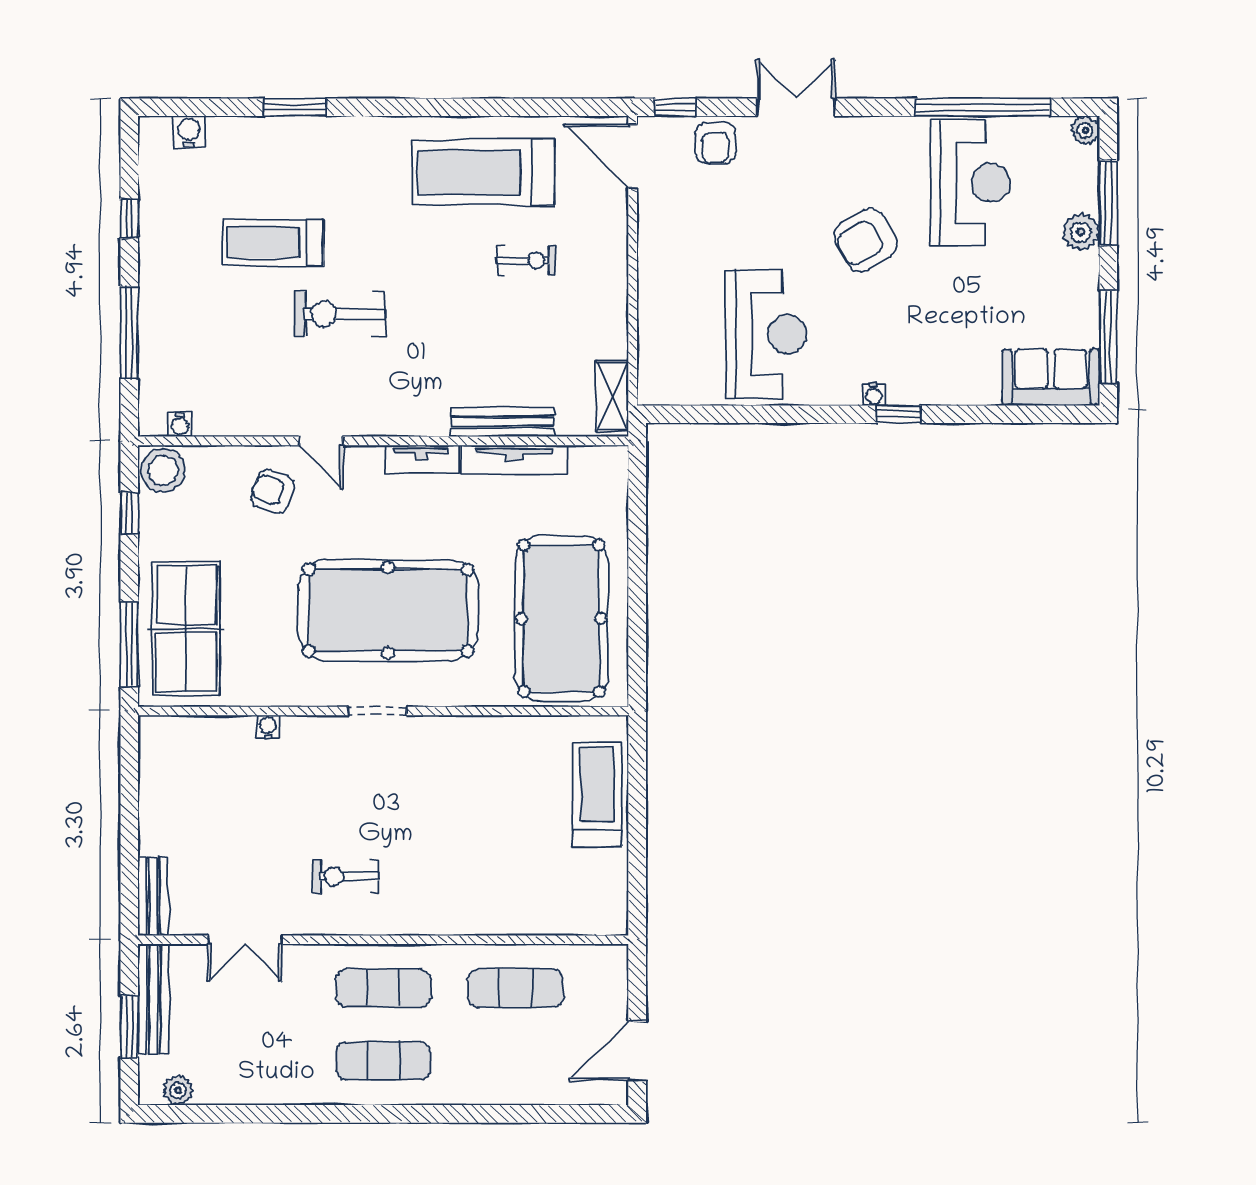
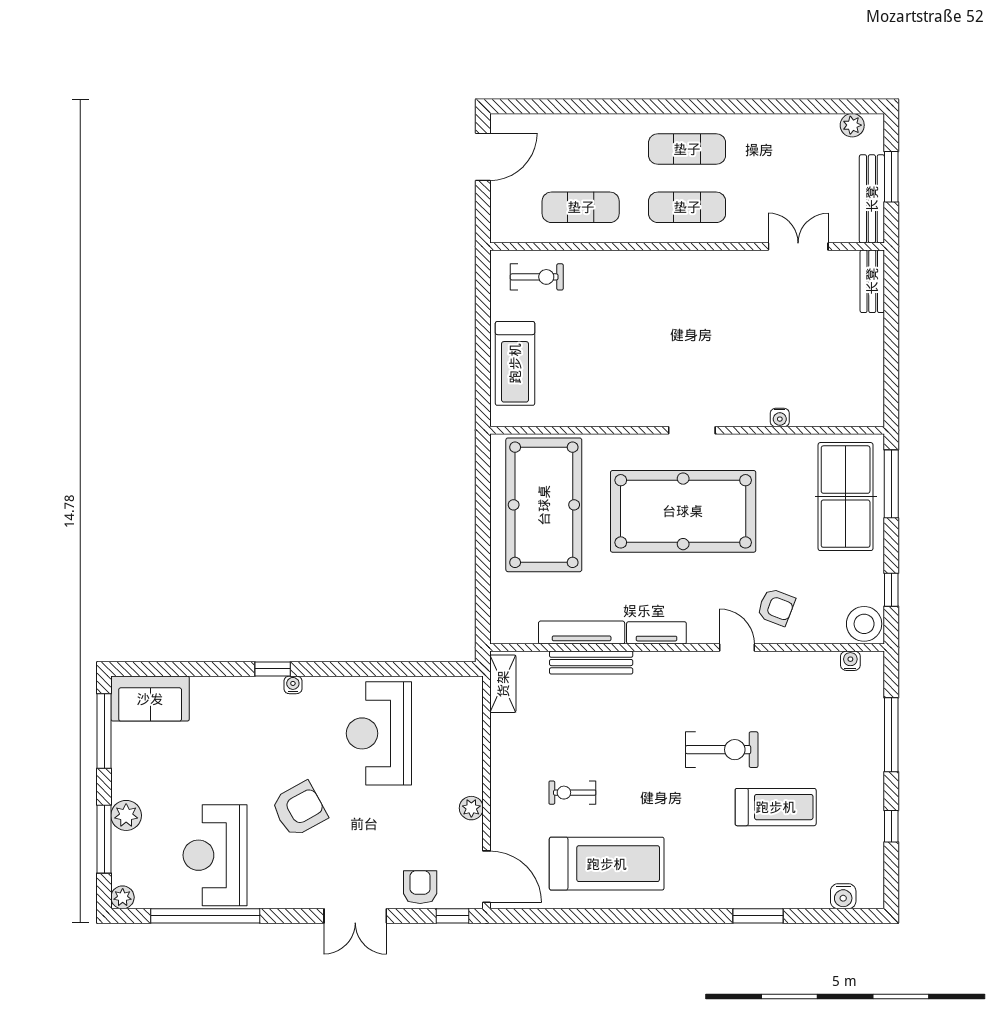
plant: (652, 241) -> (471, 808), added
exercise bike: (346, 876) -> (537, 277), moved

